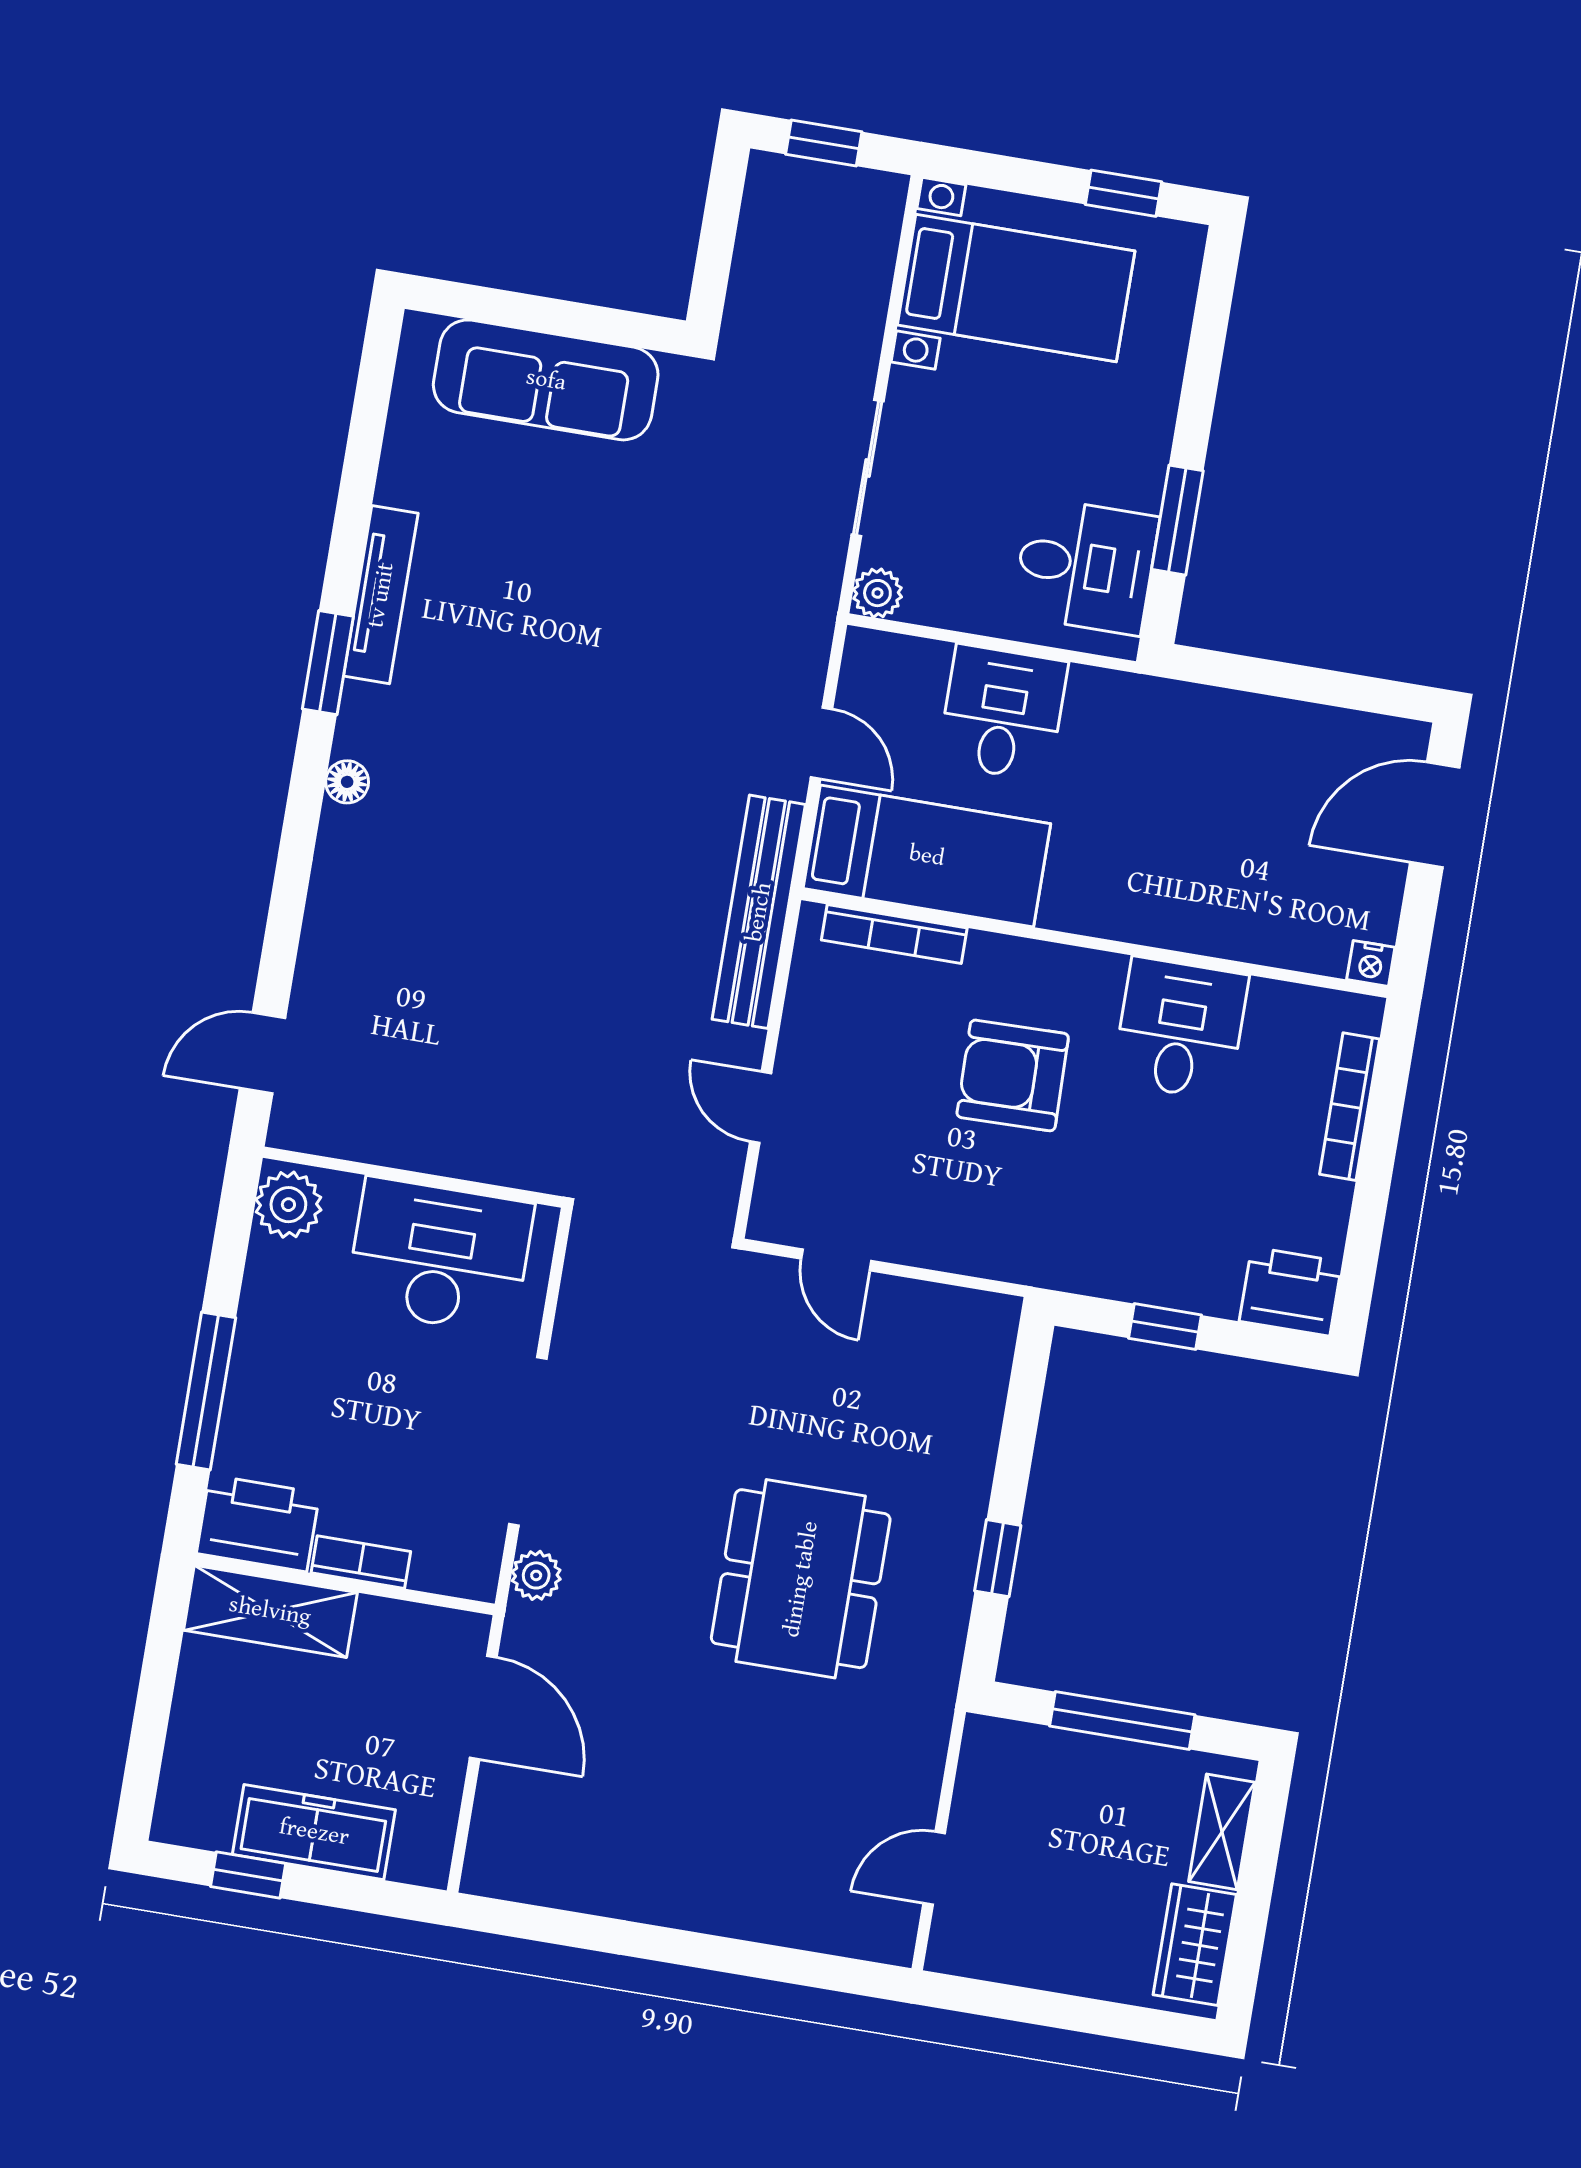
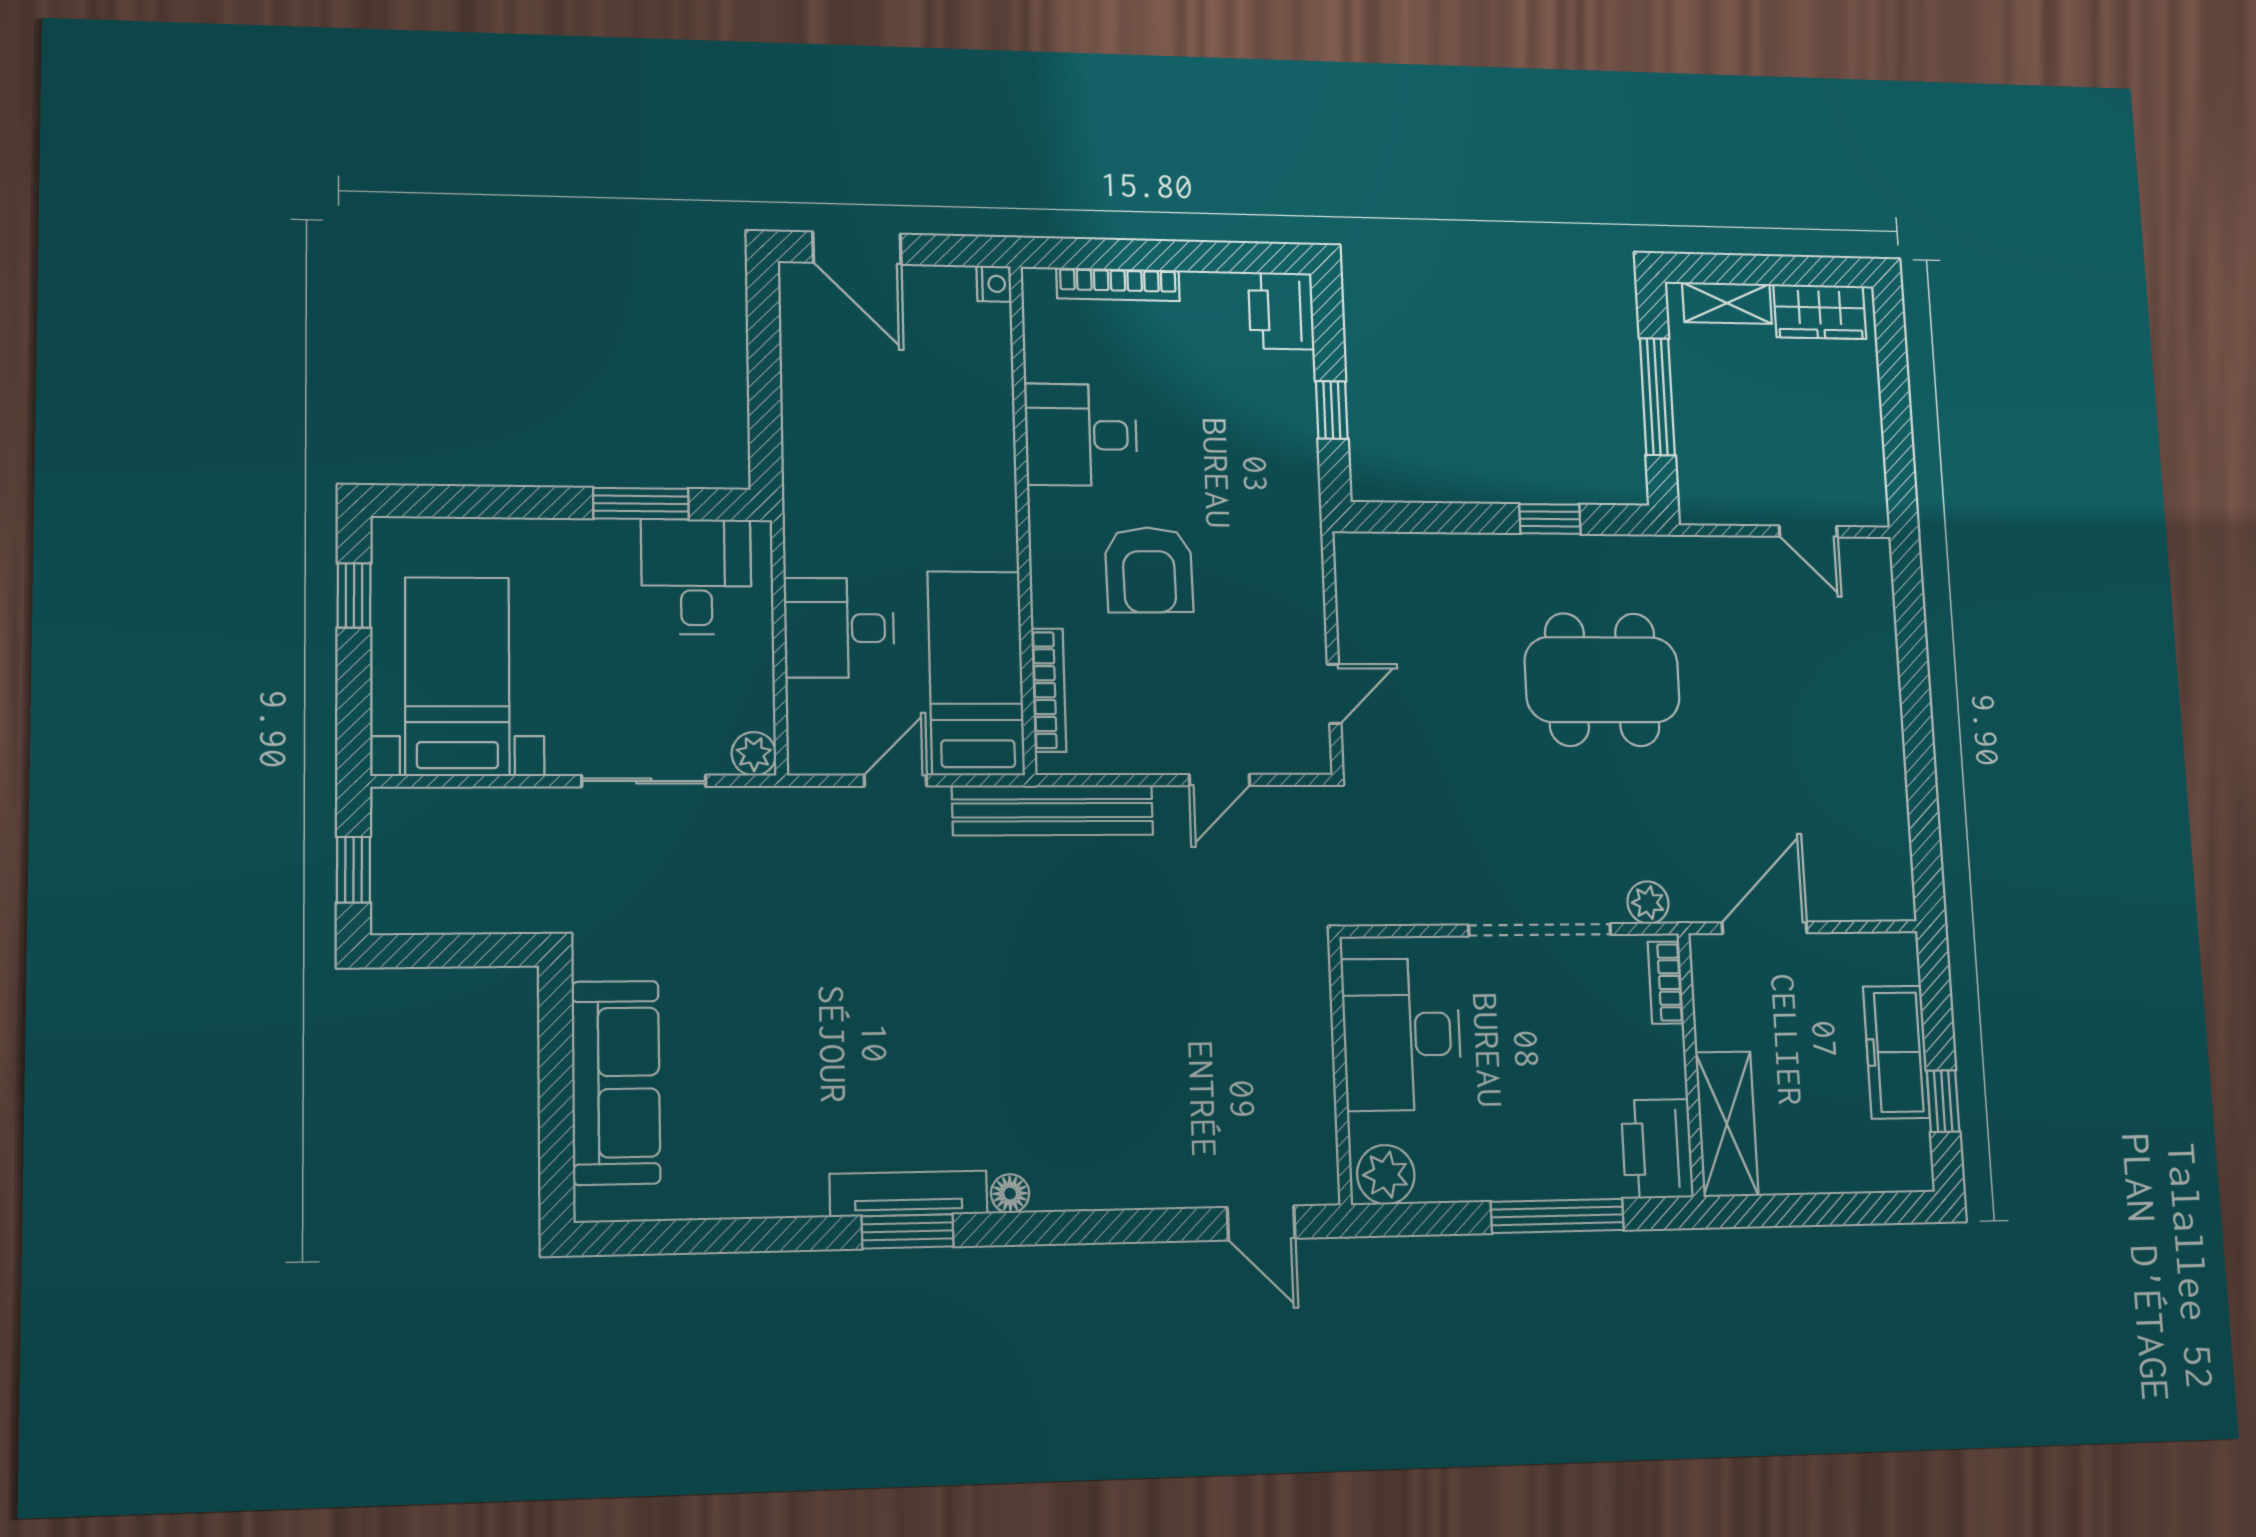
tv unit: (381, 595) -> (909, 1194), moved
bookcase: (361, 1562) -> (1666, 983), moved

